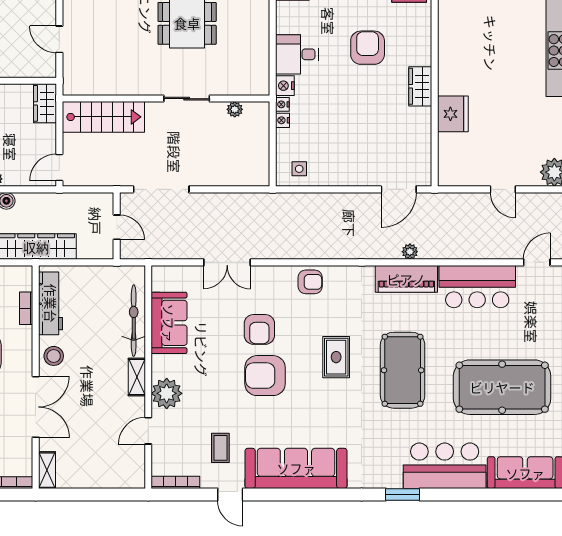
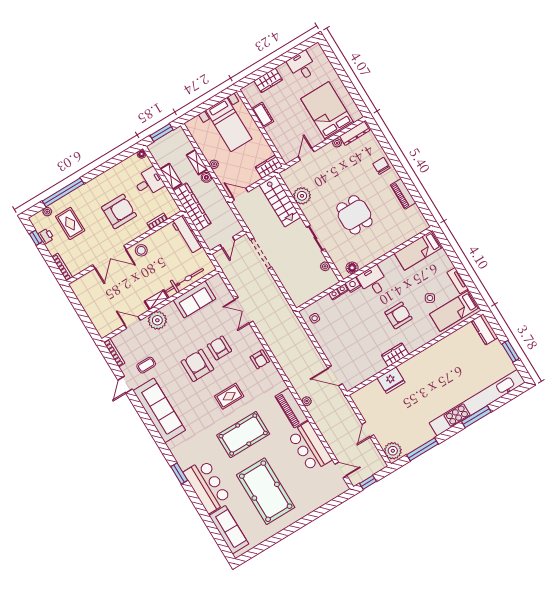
floor lamp: (260, 72) -> (352, 268), added
plant: (115, 81) -> (302, 196), added
workbench: (51, 303) -> (187, 234), moved, turned 90
armchair: (259, 329) -> (219, 348), turned 90
shelving: (47, 470) -> (80, 283), removed

